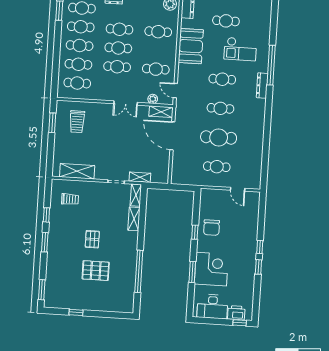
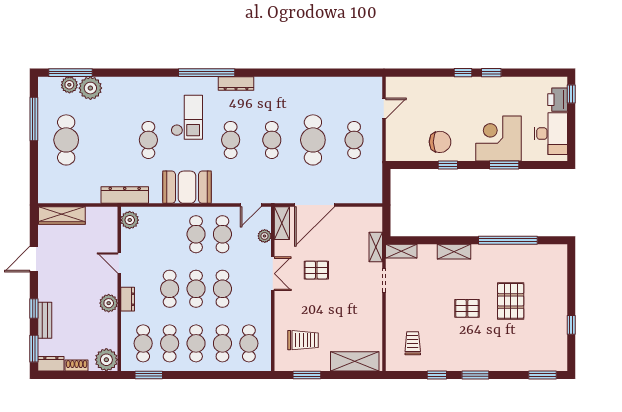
cafe table: (158, 32) -> (196, 234), moved
pallet: (126, 134) -> (316, 270), added
shelving: (77, 171) -> (355, 361), moved, turned 90
shelving: (134, 219) -> (454, 252), moved

